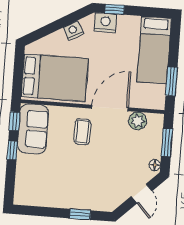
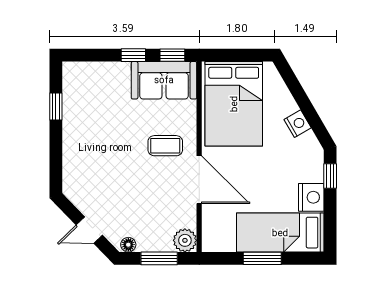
nightstand: (105, 23) -> (311, 197), moved
window: (171, 81) -> (262, 258), moved
plant: (138, 121) -> (185, 240), moved
window: (80, 214) -> (56, 106), moved

